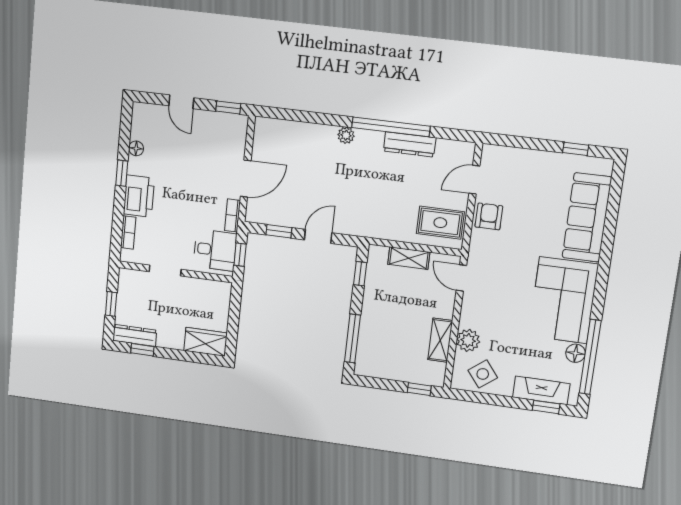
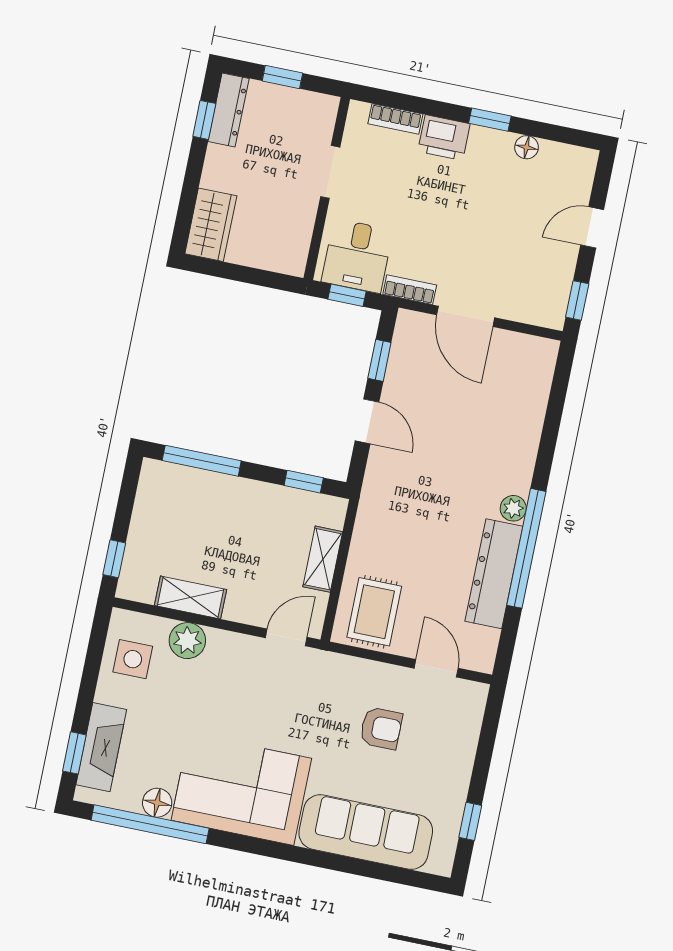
plant: (346, 135) -> (513, 508), moved
dresser: (410, 144) -> (494, 574), width x1.37, depth x1.24
printer: (139, 196) -> (444, 138), width x0.73, depth x0.84
armchair: (489, 216) -> (381, 728), moved
side table: (483, 374) -> (133, 659), turned 38

